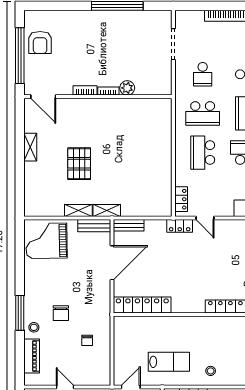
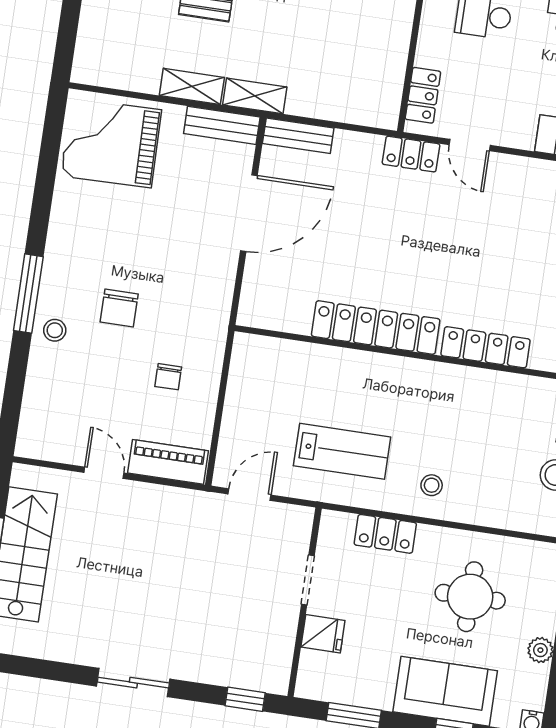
locker: (142, 305) -> (376, 328), moved
piano: (32, 356) -> (168, 462), moved, turned -90

